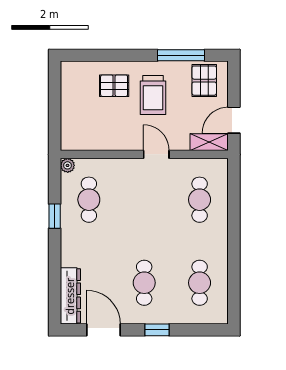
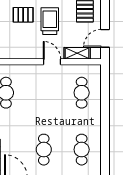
trolley: (153, 95) -> (50, 21), turned 180
shelving: (209, 142) -> (77, 53), moved

